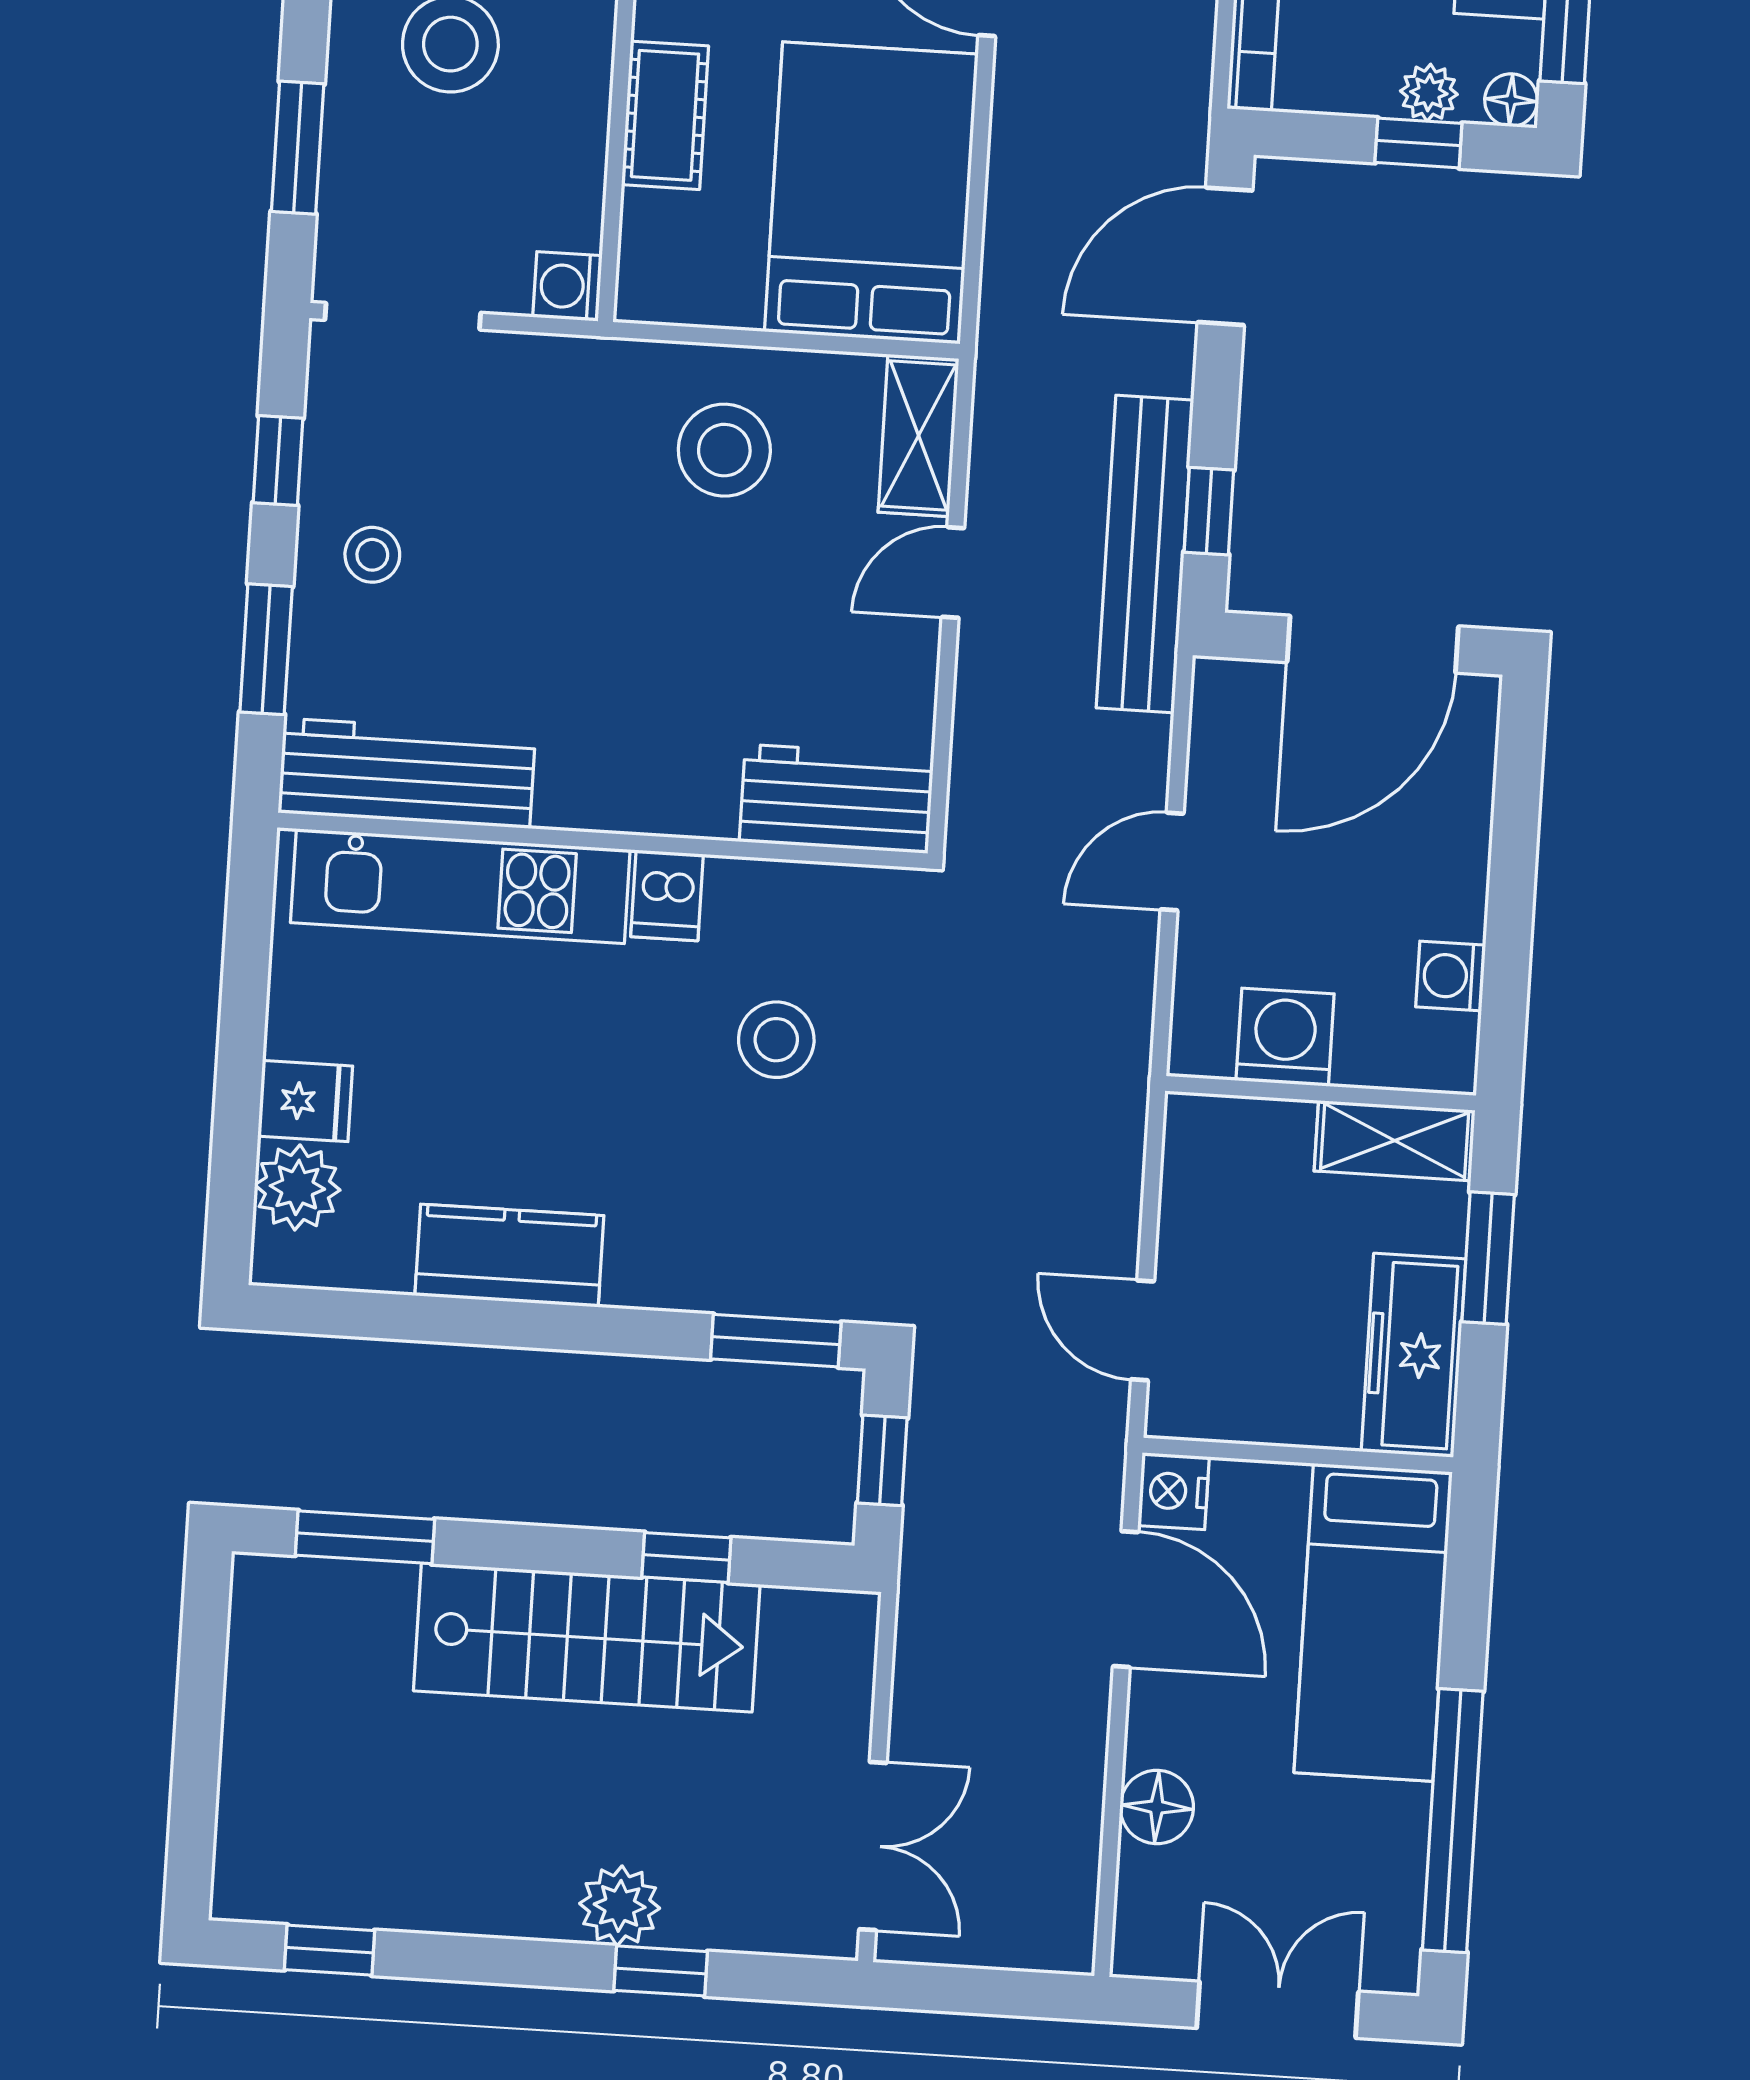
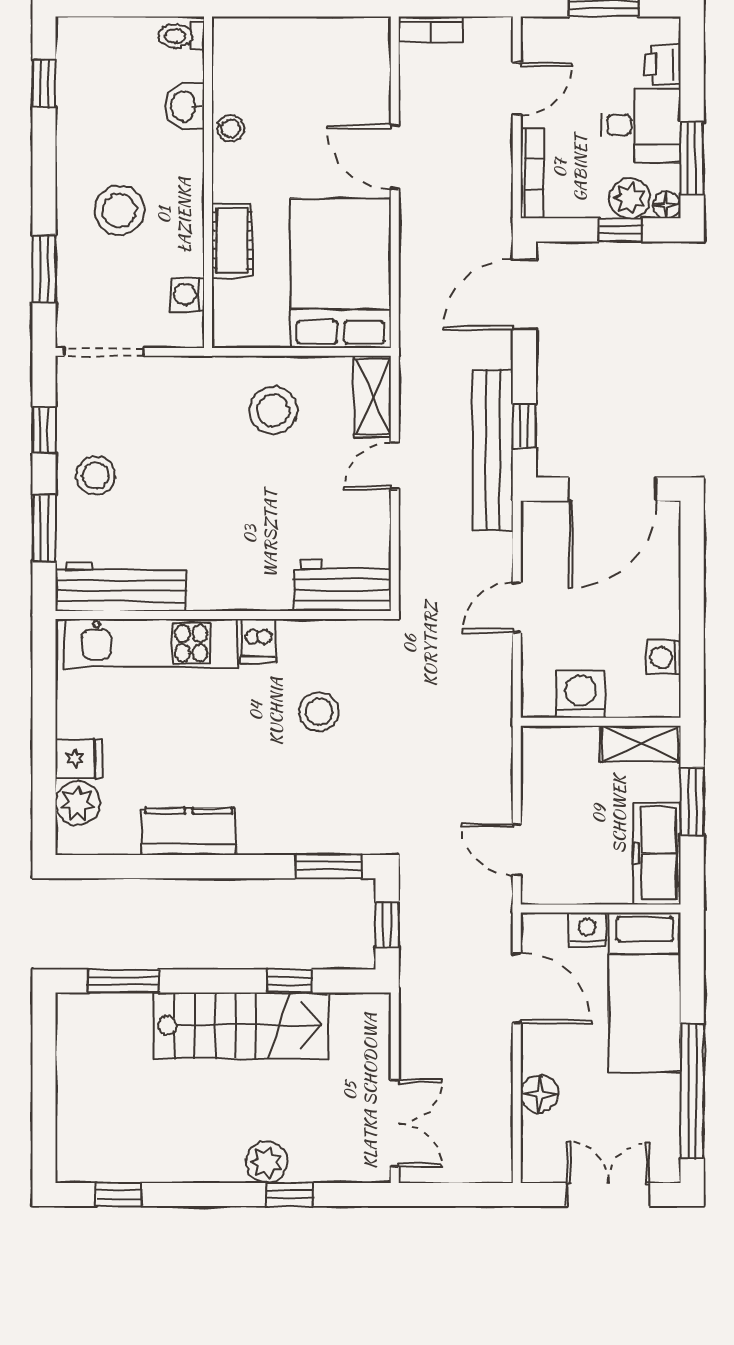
plant: (1429, 93) -> (630, 198), width x1.38, depth x1.38
washing machine: (567, 286) -> (187, 294), moved
stool: (372, 555) -> (96, 476), width x1.37, depth x1.37
nightstand: (1173, 1491) -> (587, 930), moved, turned 90

